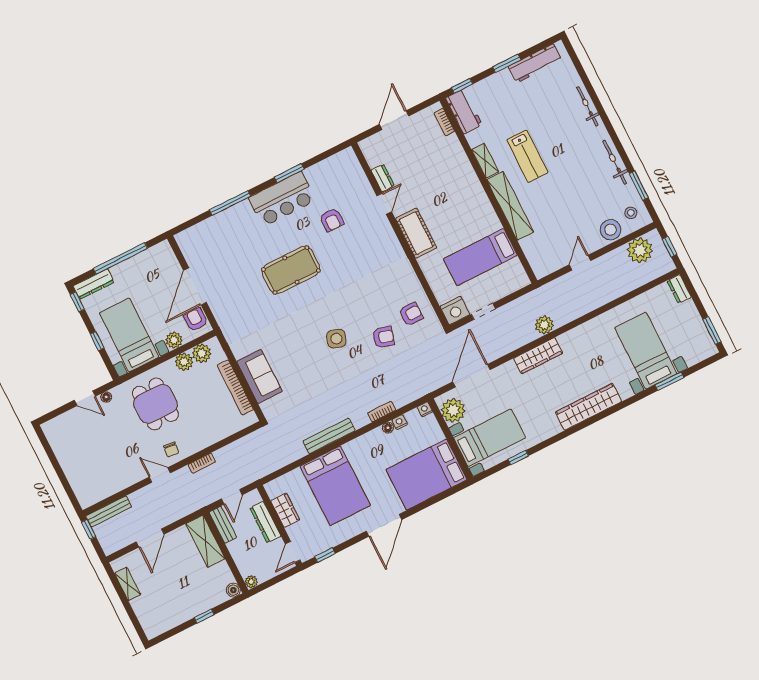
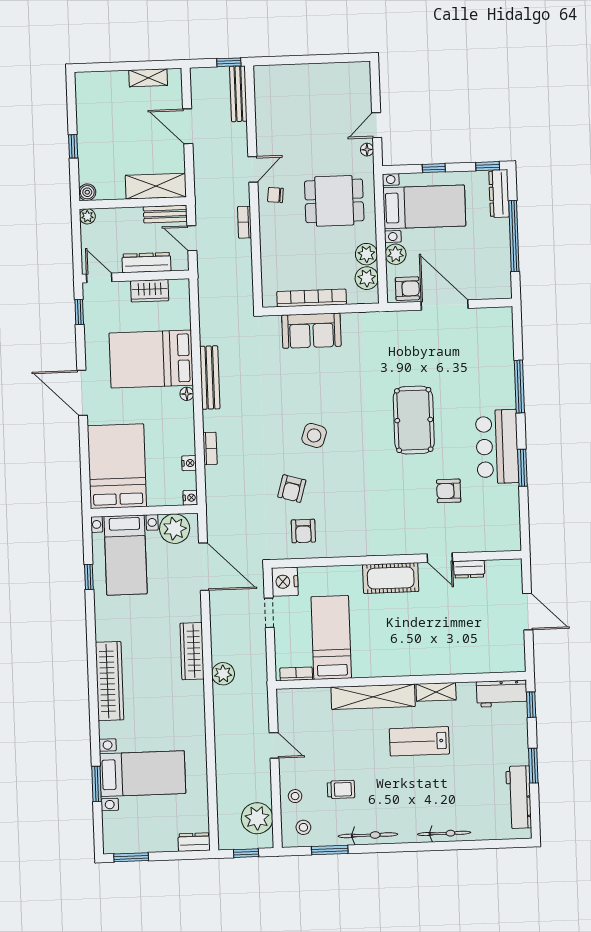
bookcase: (444, 122) -> (296, 674), moved
trolley: (590, 198) -> (341, 789), added
stool: (610, 230) -> (295, 796), width x0.53, depth x0.53
floor lamp: (388, 428) -> (187, 394), moved

